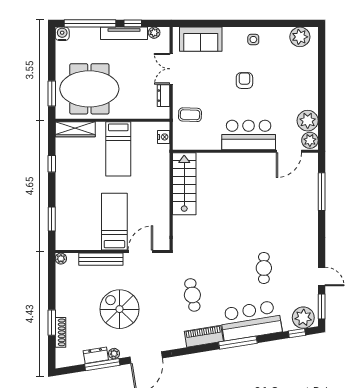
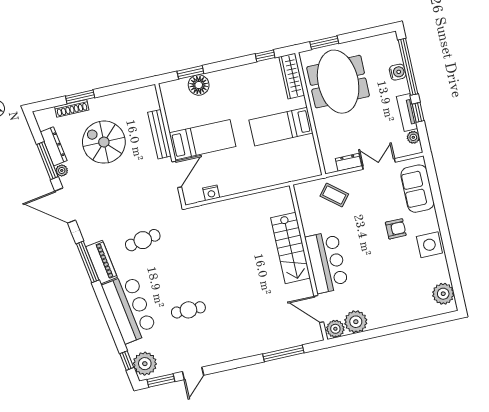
tv unit: (124, 33) -> (407, 113), width x0.71
water cooler: (62, 34) -> (398, 72), moved
side table: (253, 39) -> (429, 245), width x1.87, depth x1.87
armchair: (244, 81) -> (396, 229), moved
coffee table: (190, 115) -> (334, 195), turned -53
nightstand: (164, 137) -> (211, 193), moved
window: (52, 164) -> (265, 56), moved
stairs: (184, 184) -> (291, 248), moved, turned 90
floor lamp: (65, 214) -> (199, 85), added
door: (140, 252) -> (177, 174), hinge flipped
plant: (61, 259) -> (151, 91), removed
spiral stairs: (119, 309) -> (104, 142), moved, turned -90
window: (238, 343) -> (88, 262), moved
dresser: (96, 355) -> (54, 146), width x1.44

